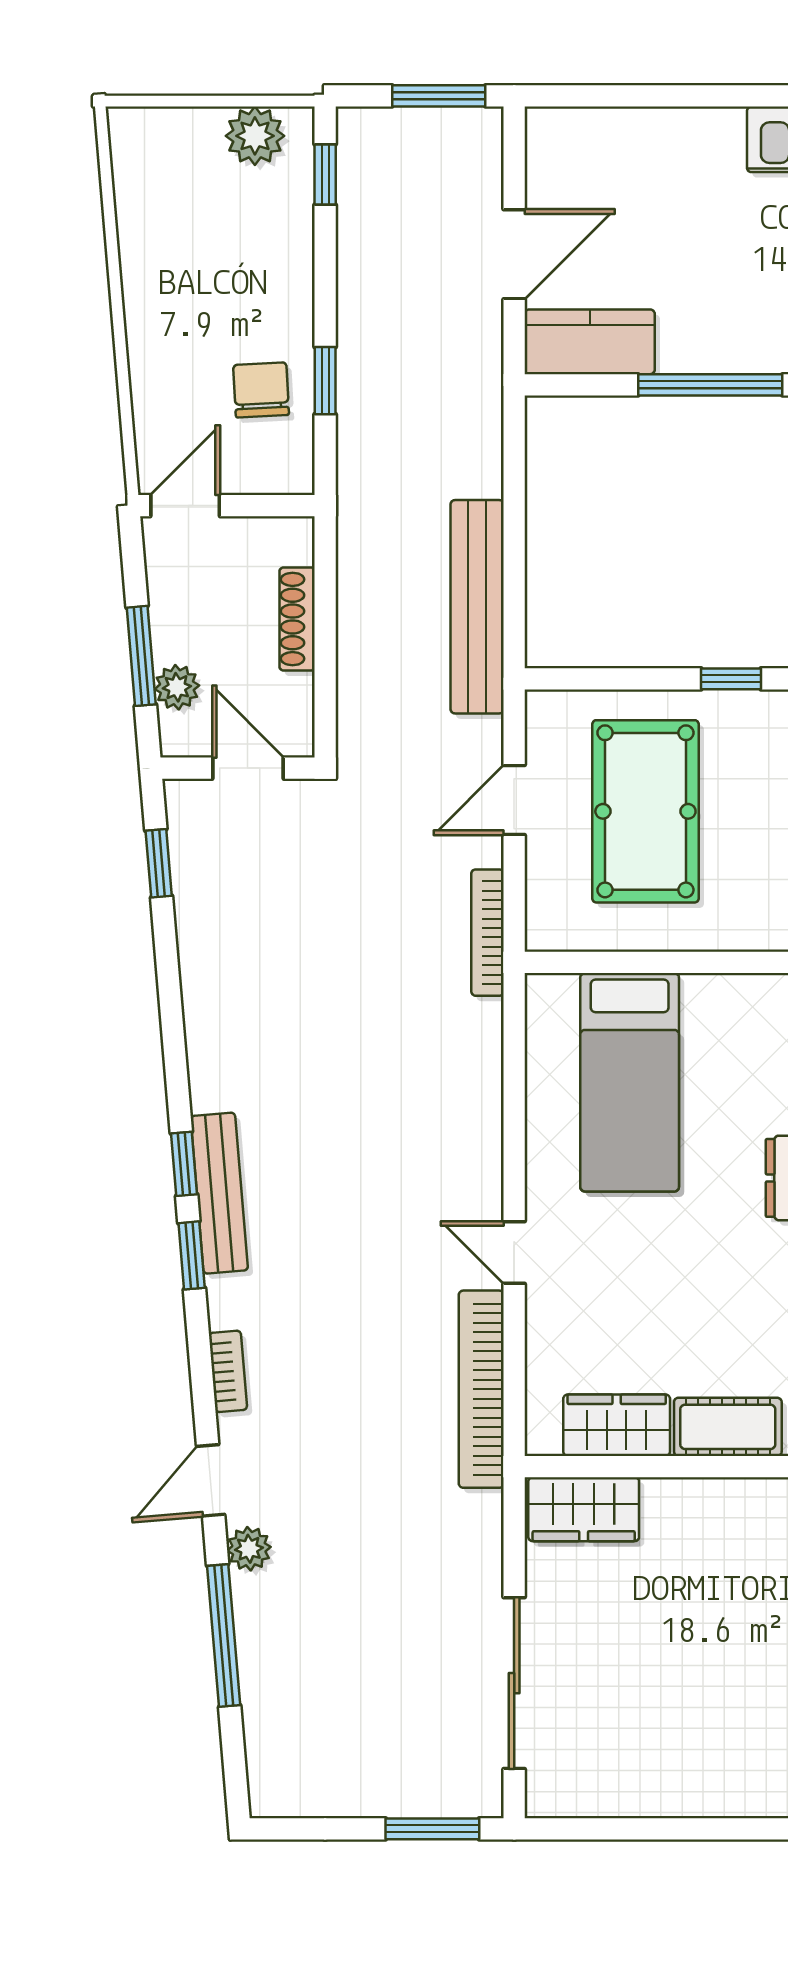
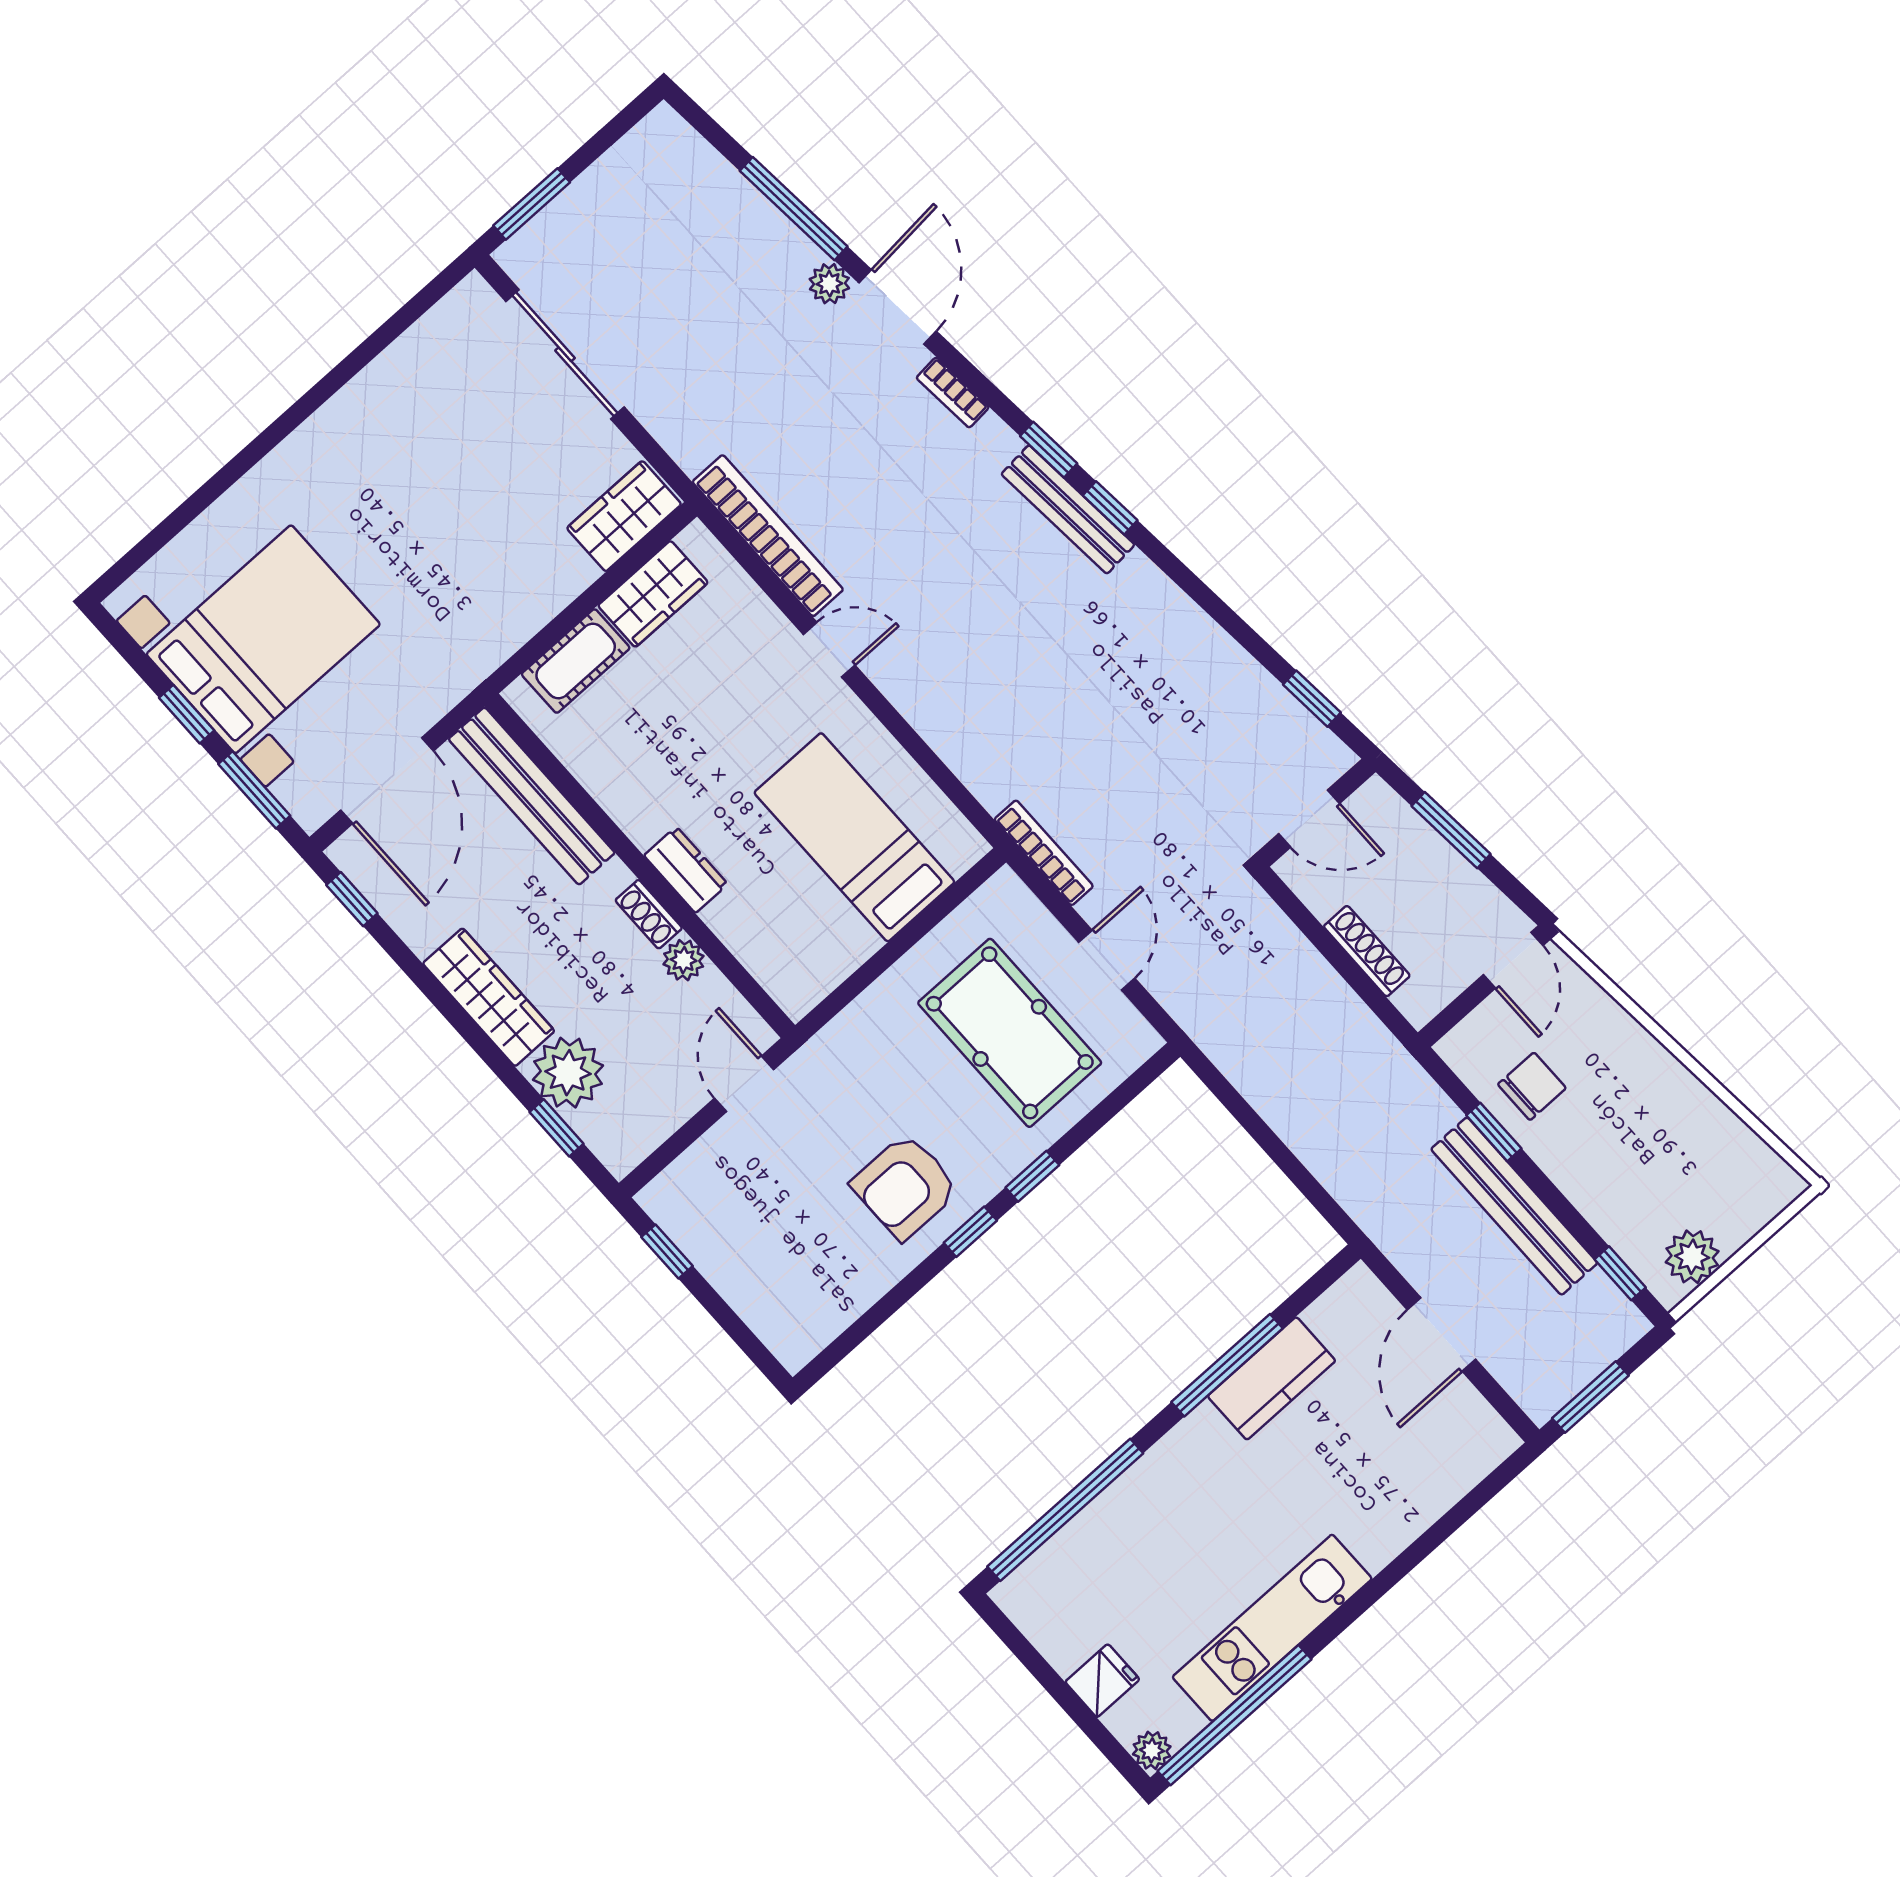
kitchen counter: (590, 342) -> (1272, 1378), moved
chair: (261, 390) -> (1532, 1086), turned -87
bench: (477, 607) -> (1514, 1206), moved
plant: (177, 687) -> (1407, 831), removed
door: (211, 1480) -> (898, 307), width x1.38

